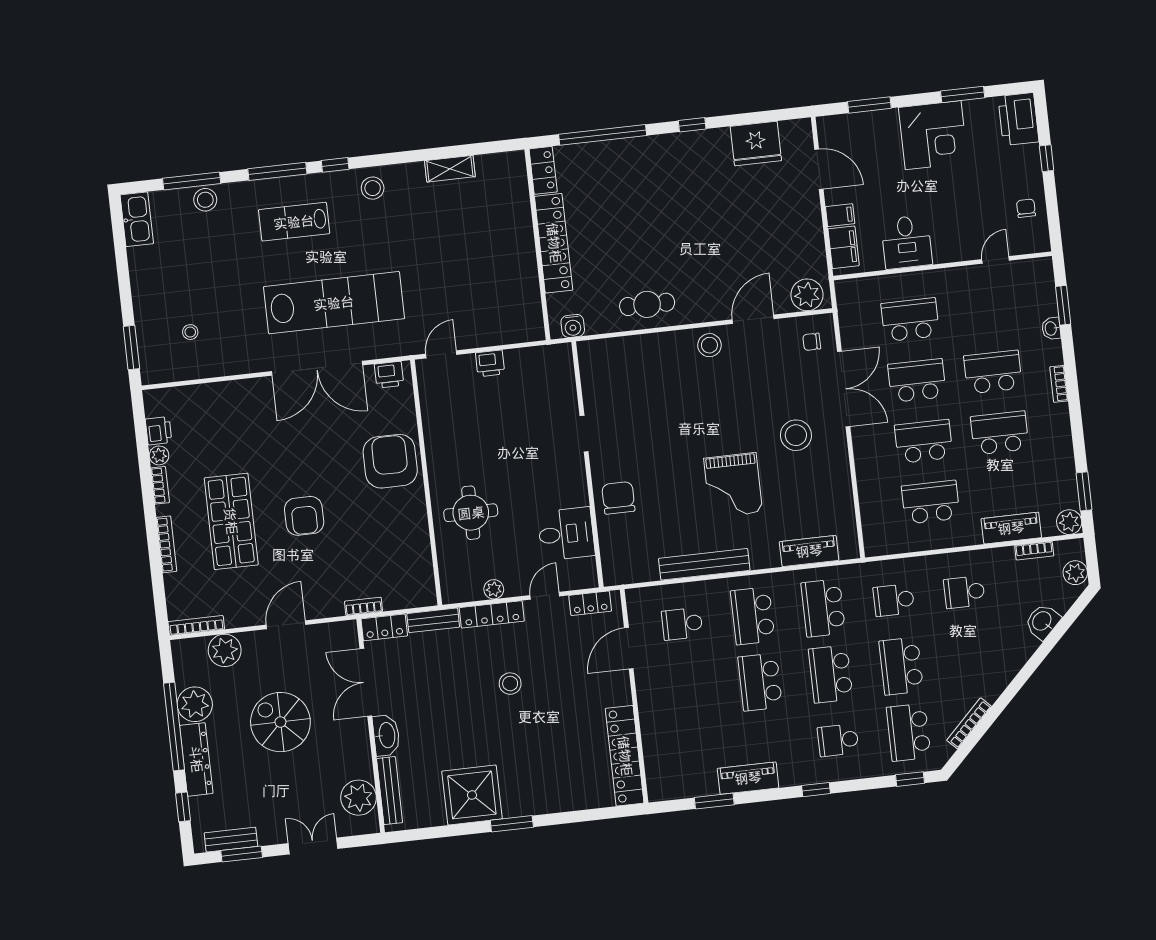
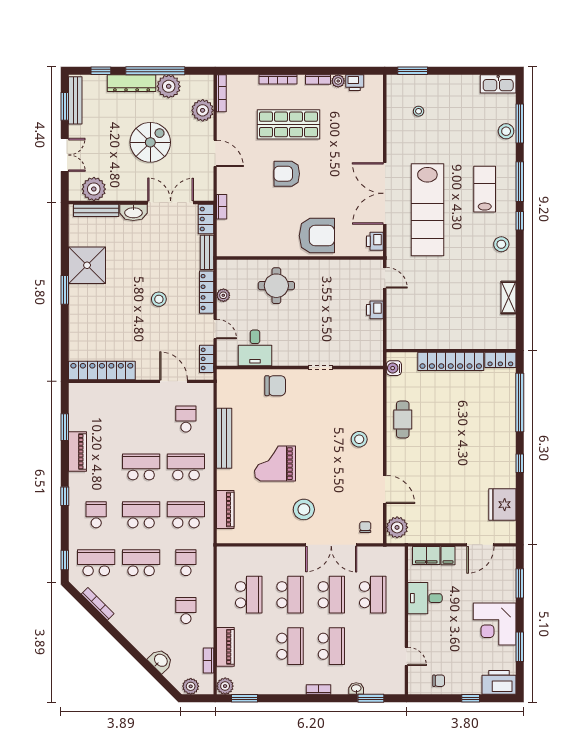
stool: (709, 345) -> (359, 439), moved
bench: (231, 840) -> (75, 100), width x1.36

